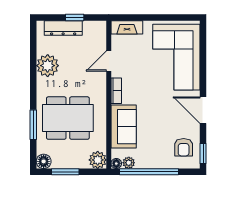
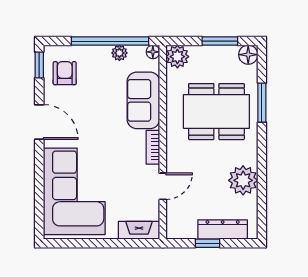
plant: (129, 163) -> (119, 53), moved

